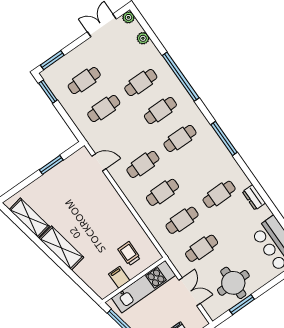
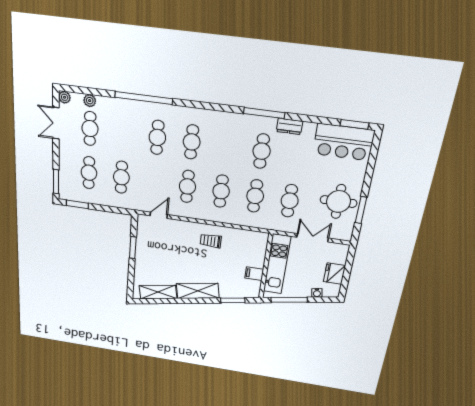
cafe table: (141, 83) -> (90, 129), moved
window: (224, 139) -> (264, 113), moved
trolley: (129, 254) -> (211, 241), moved
window: (80, 283) -> (233, 300), added

